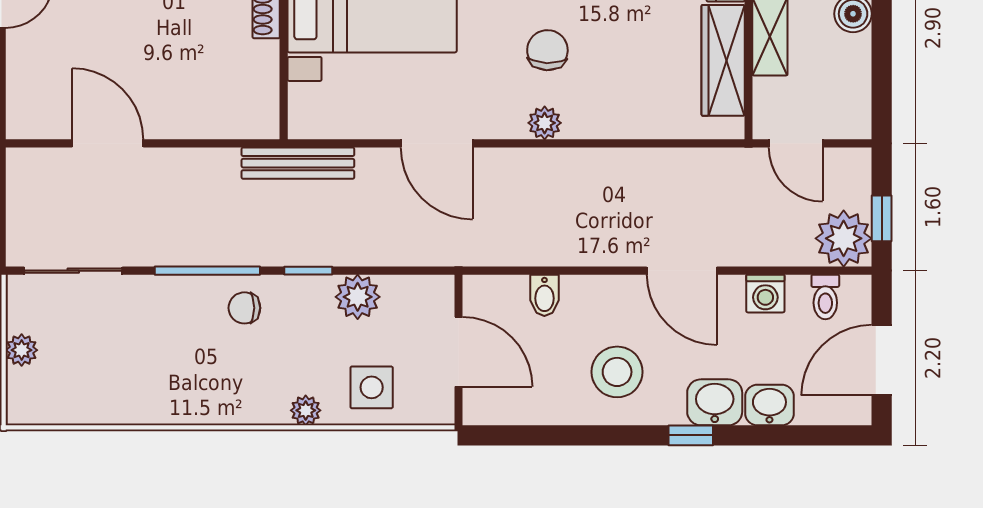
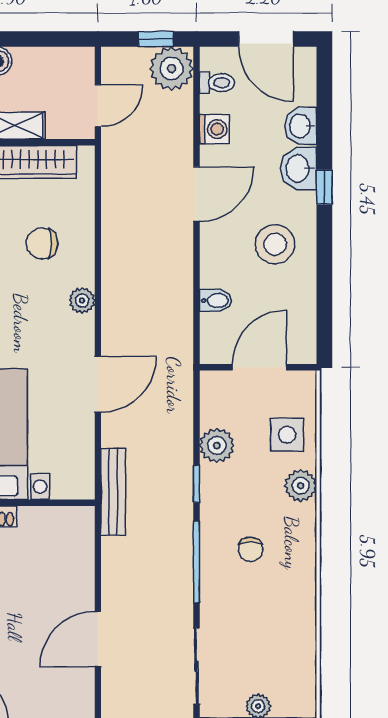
chair: (547, 50) -> (42, 243), moved
chair: (244, 308) -> (251, 549), moved
plant: (306, 410) -> (301, 486), width x1.38, depth x1.38

